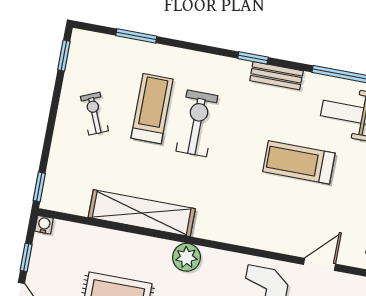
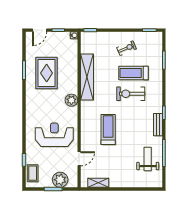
treadmill: (152, 109) -> (133, 73), turned 180
exercise bike: (197, 123) -> (131, 94), turned 180
treadmill: (299, 162) -> (108, 130), moved
door: (319, 264) -> (79, 159), hinge flipped

